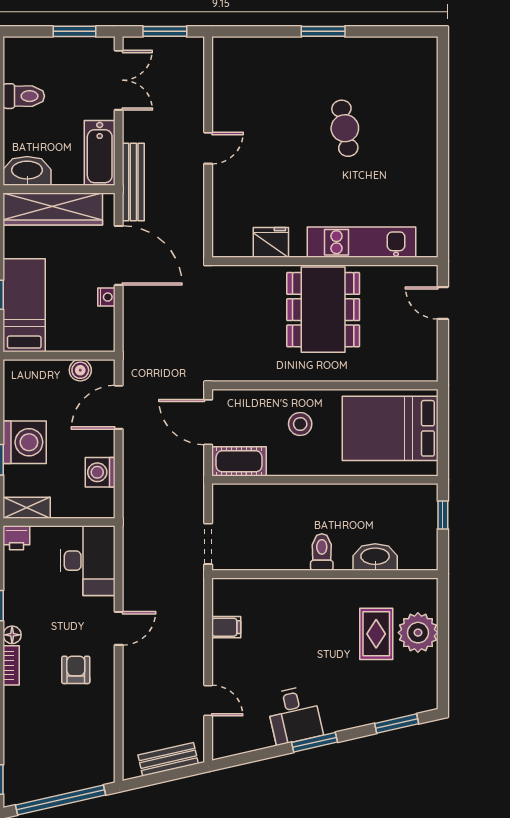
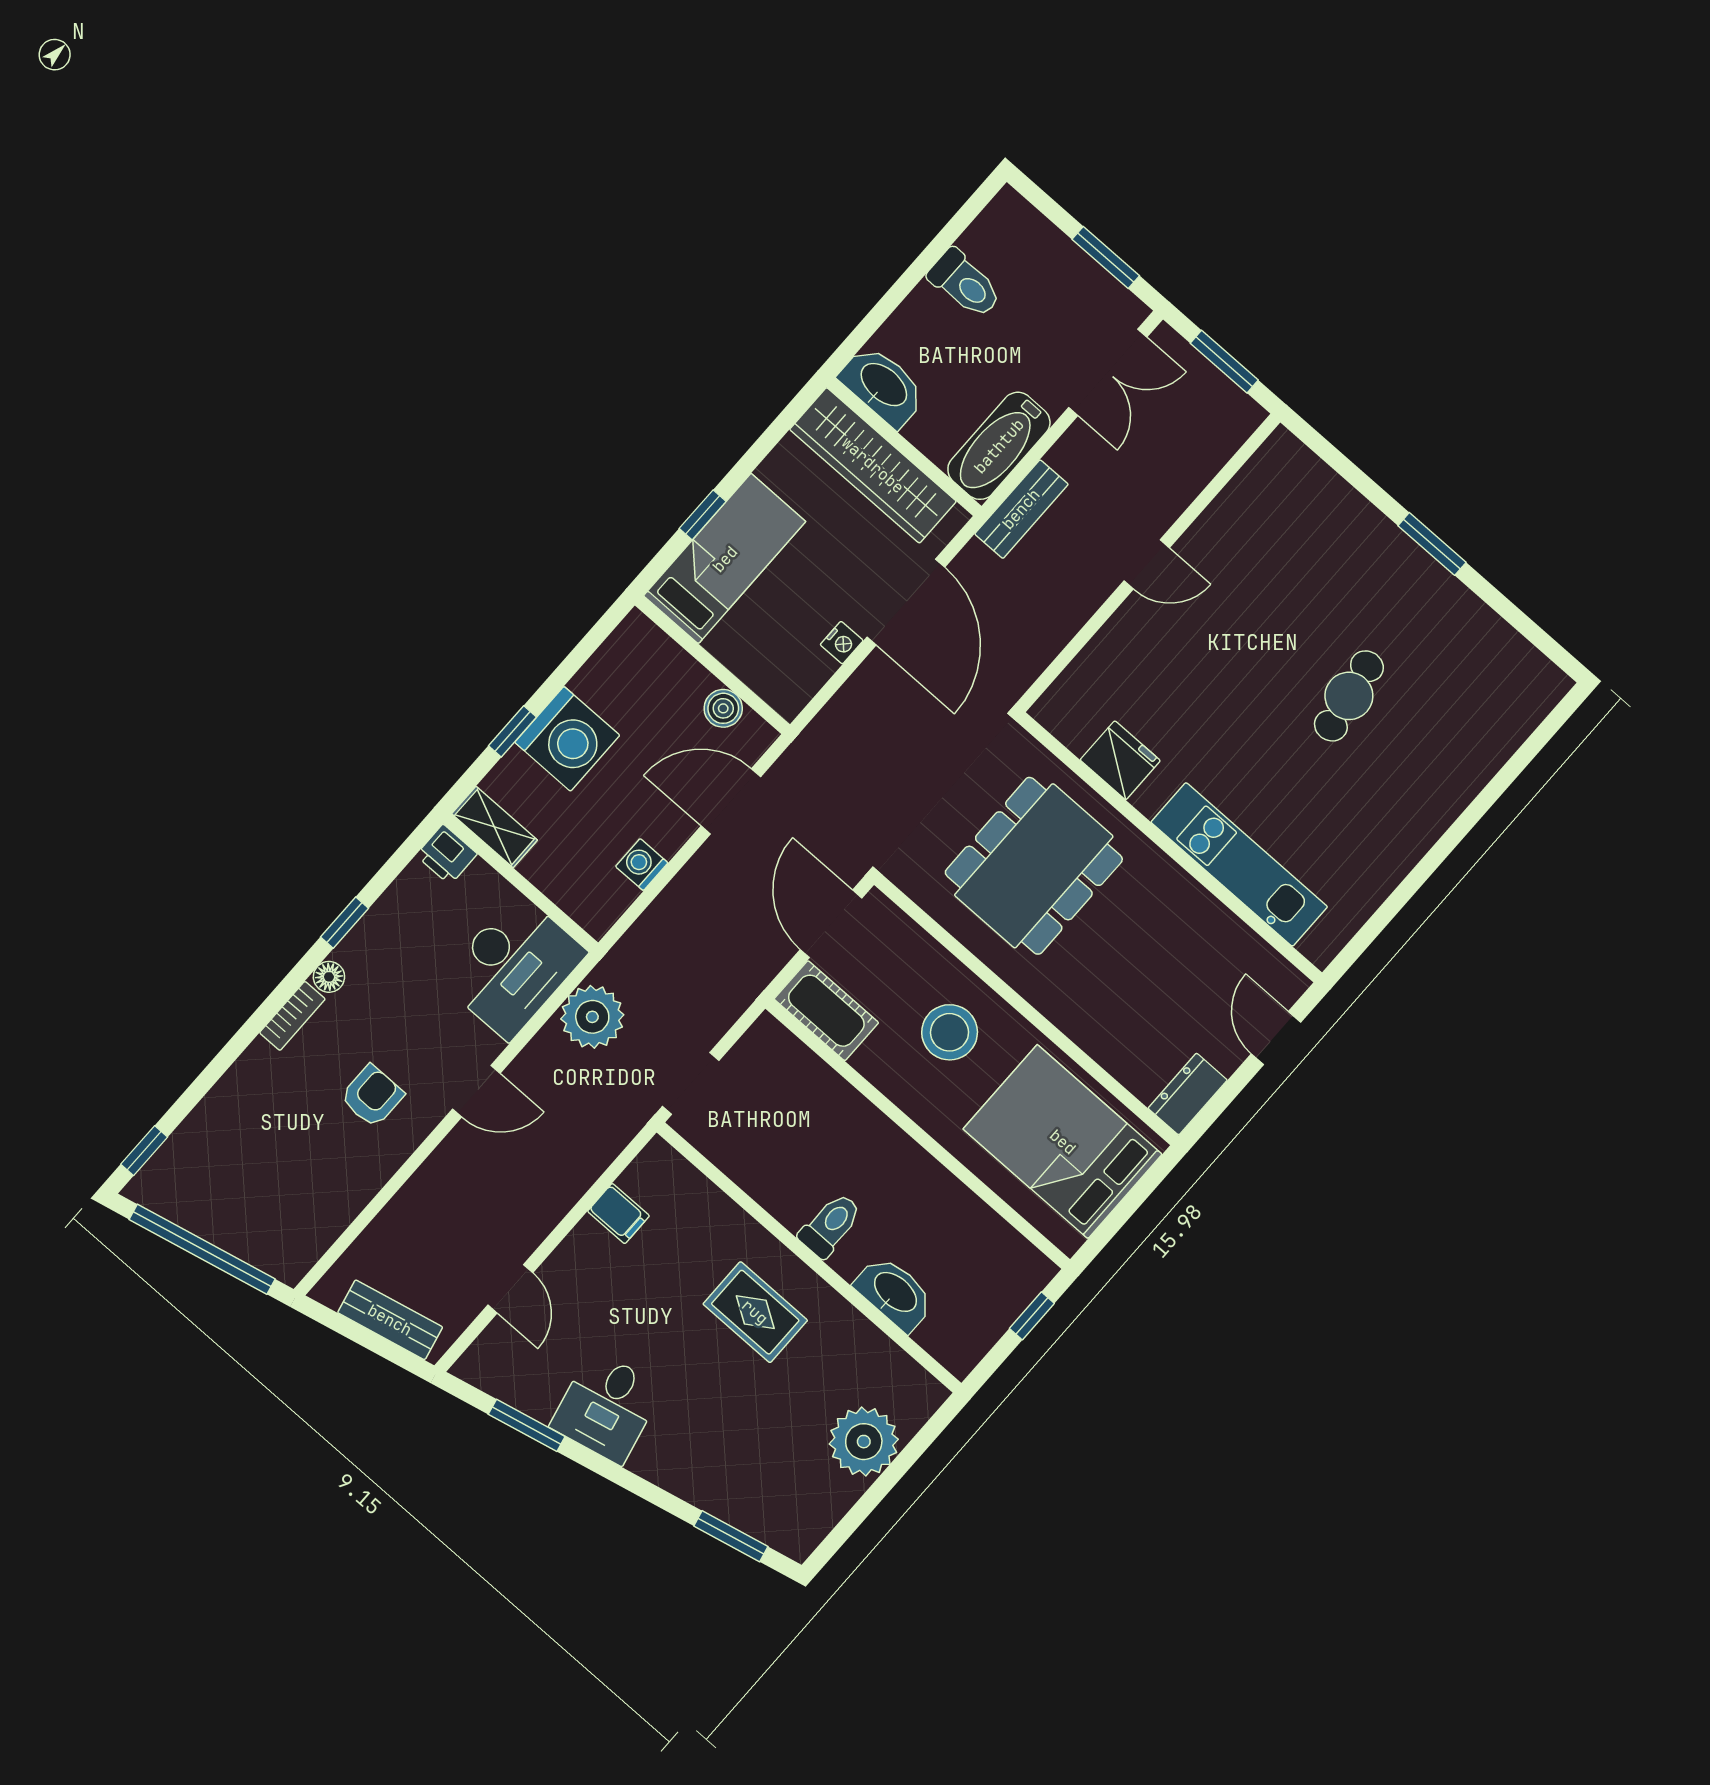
bench: (133, 182) -> (1021, 509), width x0.73
dining table: (323, 310) -> (1034, 866), moved
dresser: (426, 361) -> (1188, 1094), added
stool: (300, 424) -> (950, 1032), width x1.38, depth x1.38
washing machine: (100, 472) -> (642, 865), width x0.73, depth x0.73
plant: (141, 552) -> (592, 1017), added
rug: (376, 634) -> (755, 1312), moved, turned 90
window: (315, 742) -> (527, 1425), moved

